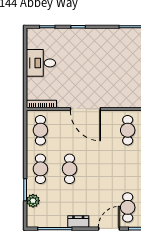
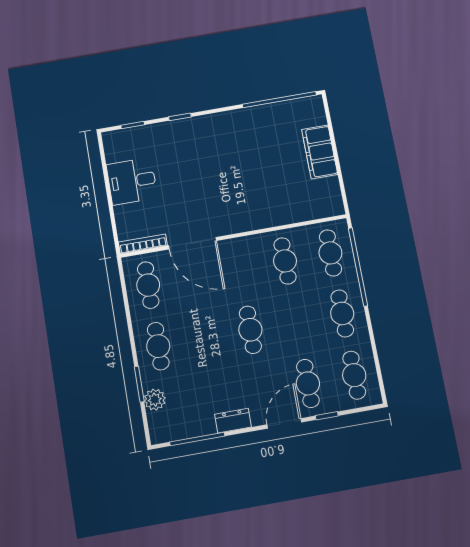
door: (85, 109) -> (192, 243), moved
cafe table: (70, 169) -> (250, 330), moved

